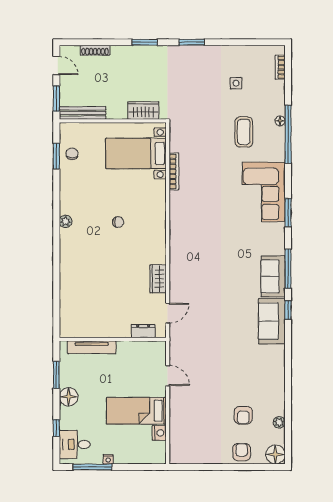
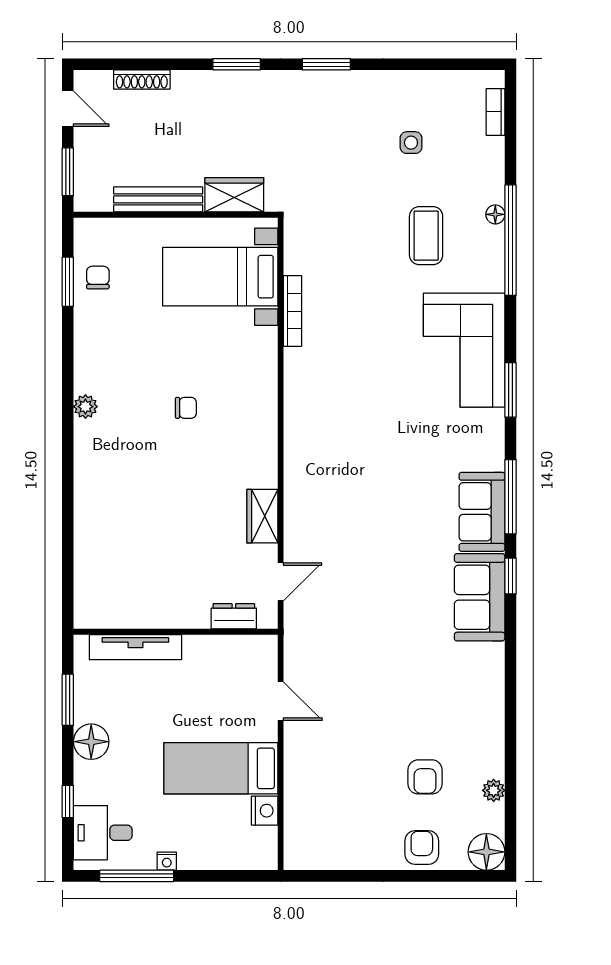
bench: (83, 113) -> (158, 199), moved

